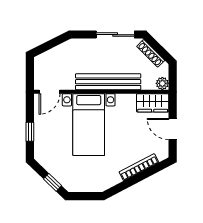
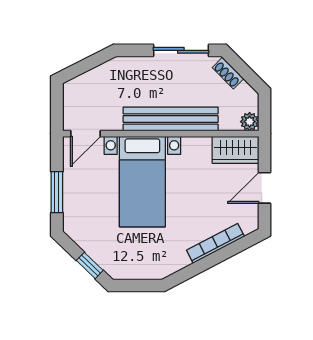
shoe rack: (151, 53) -> (228, 73), width x0.70
door: (173, 129) -> (264, 188), hinge flipped
window: (30, 132) -> (57, 192), width x1.50

